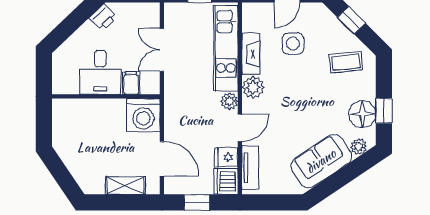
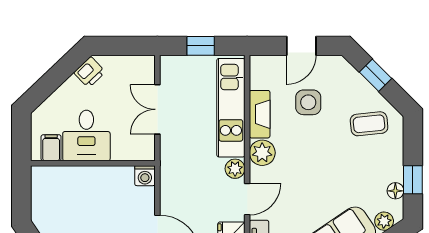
filing cabinet: (131, 83) -> (51, 148), moved
floor lamp: (362, 114) -> (395, 191), width x0.53, depth x0.53
washing machine: (143, 115) -> (145, 176), width x0.53, depth x0.53

